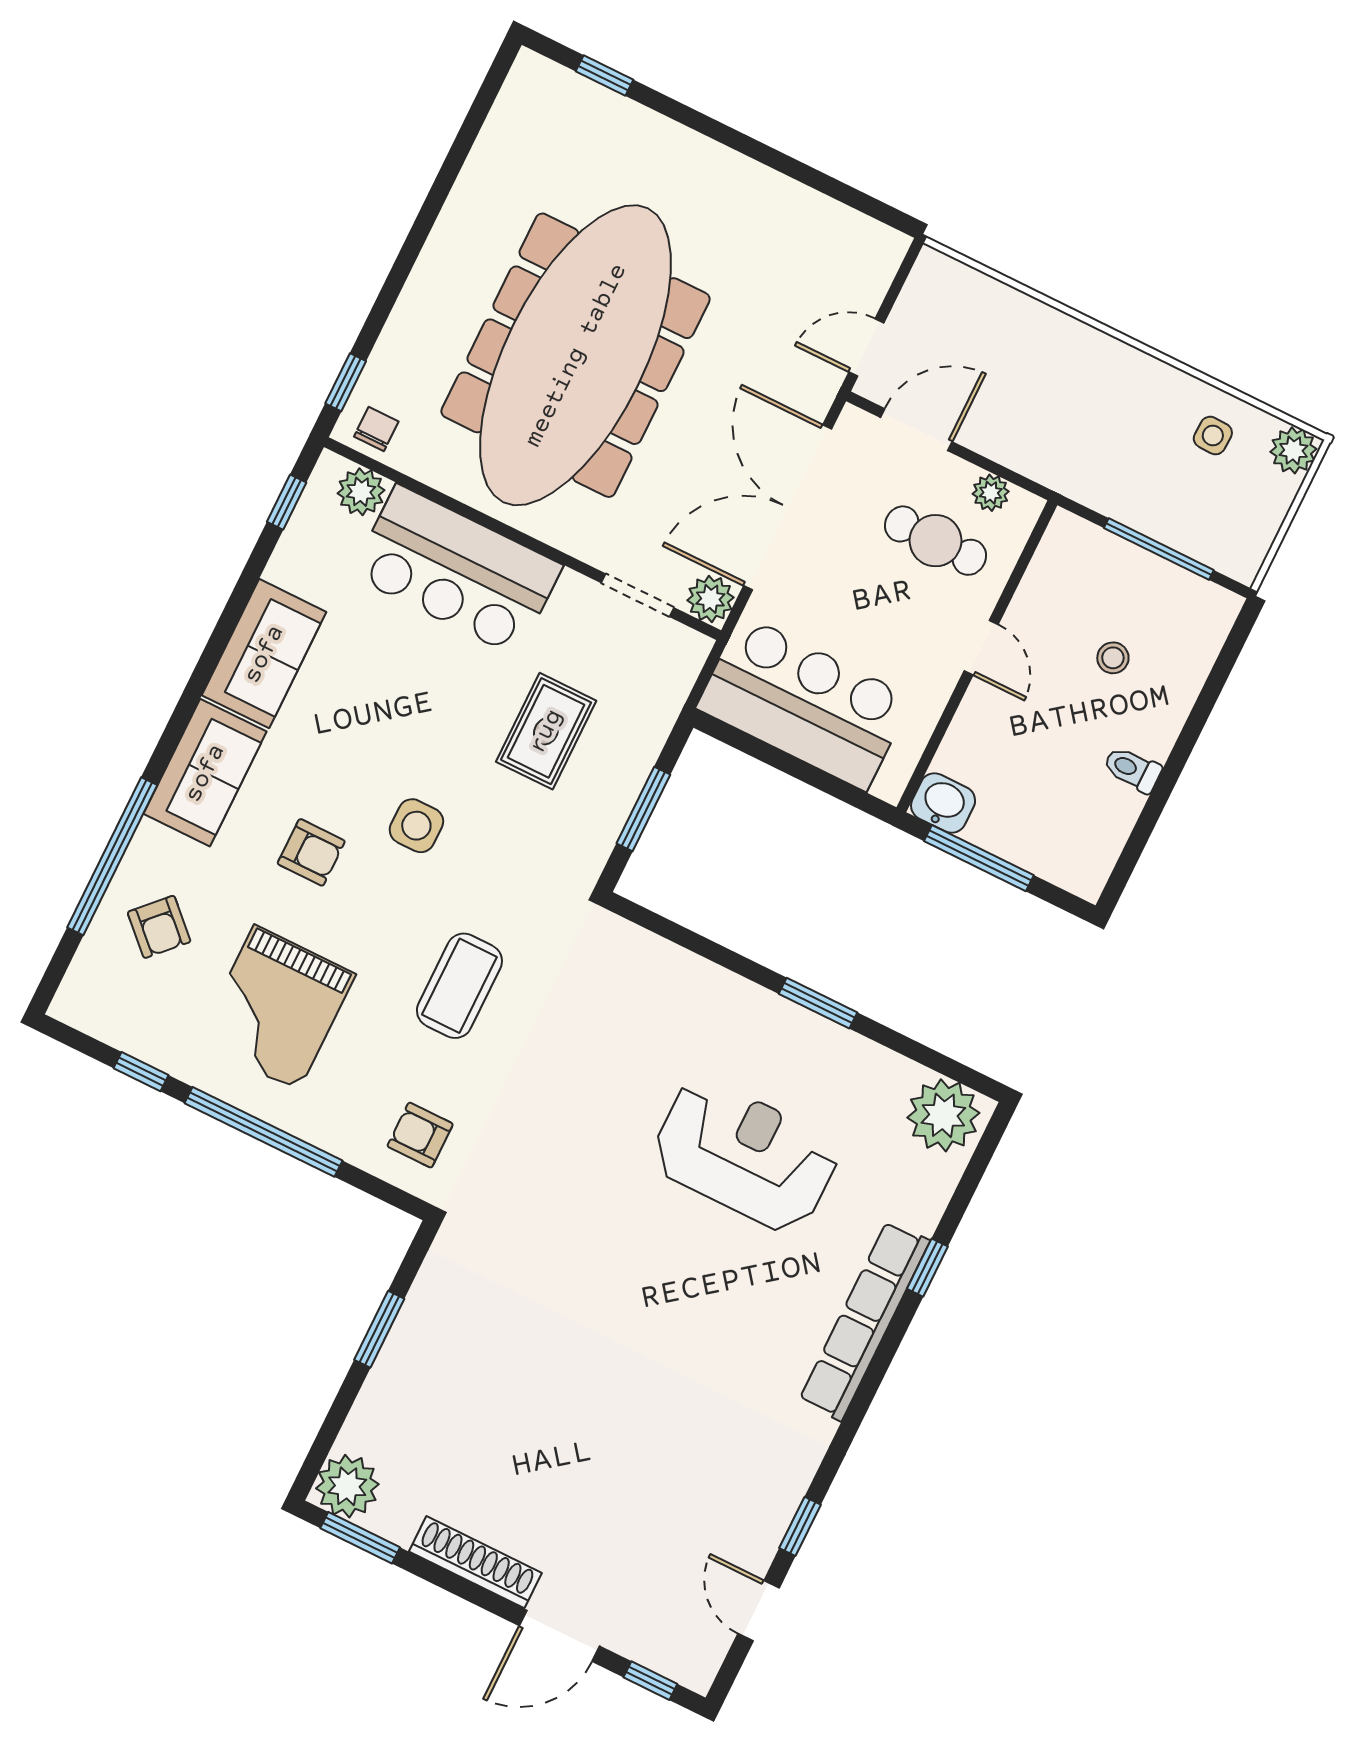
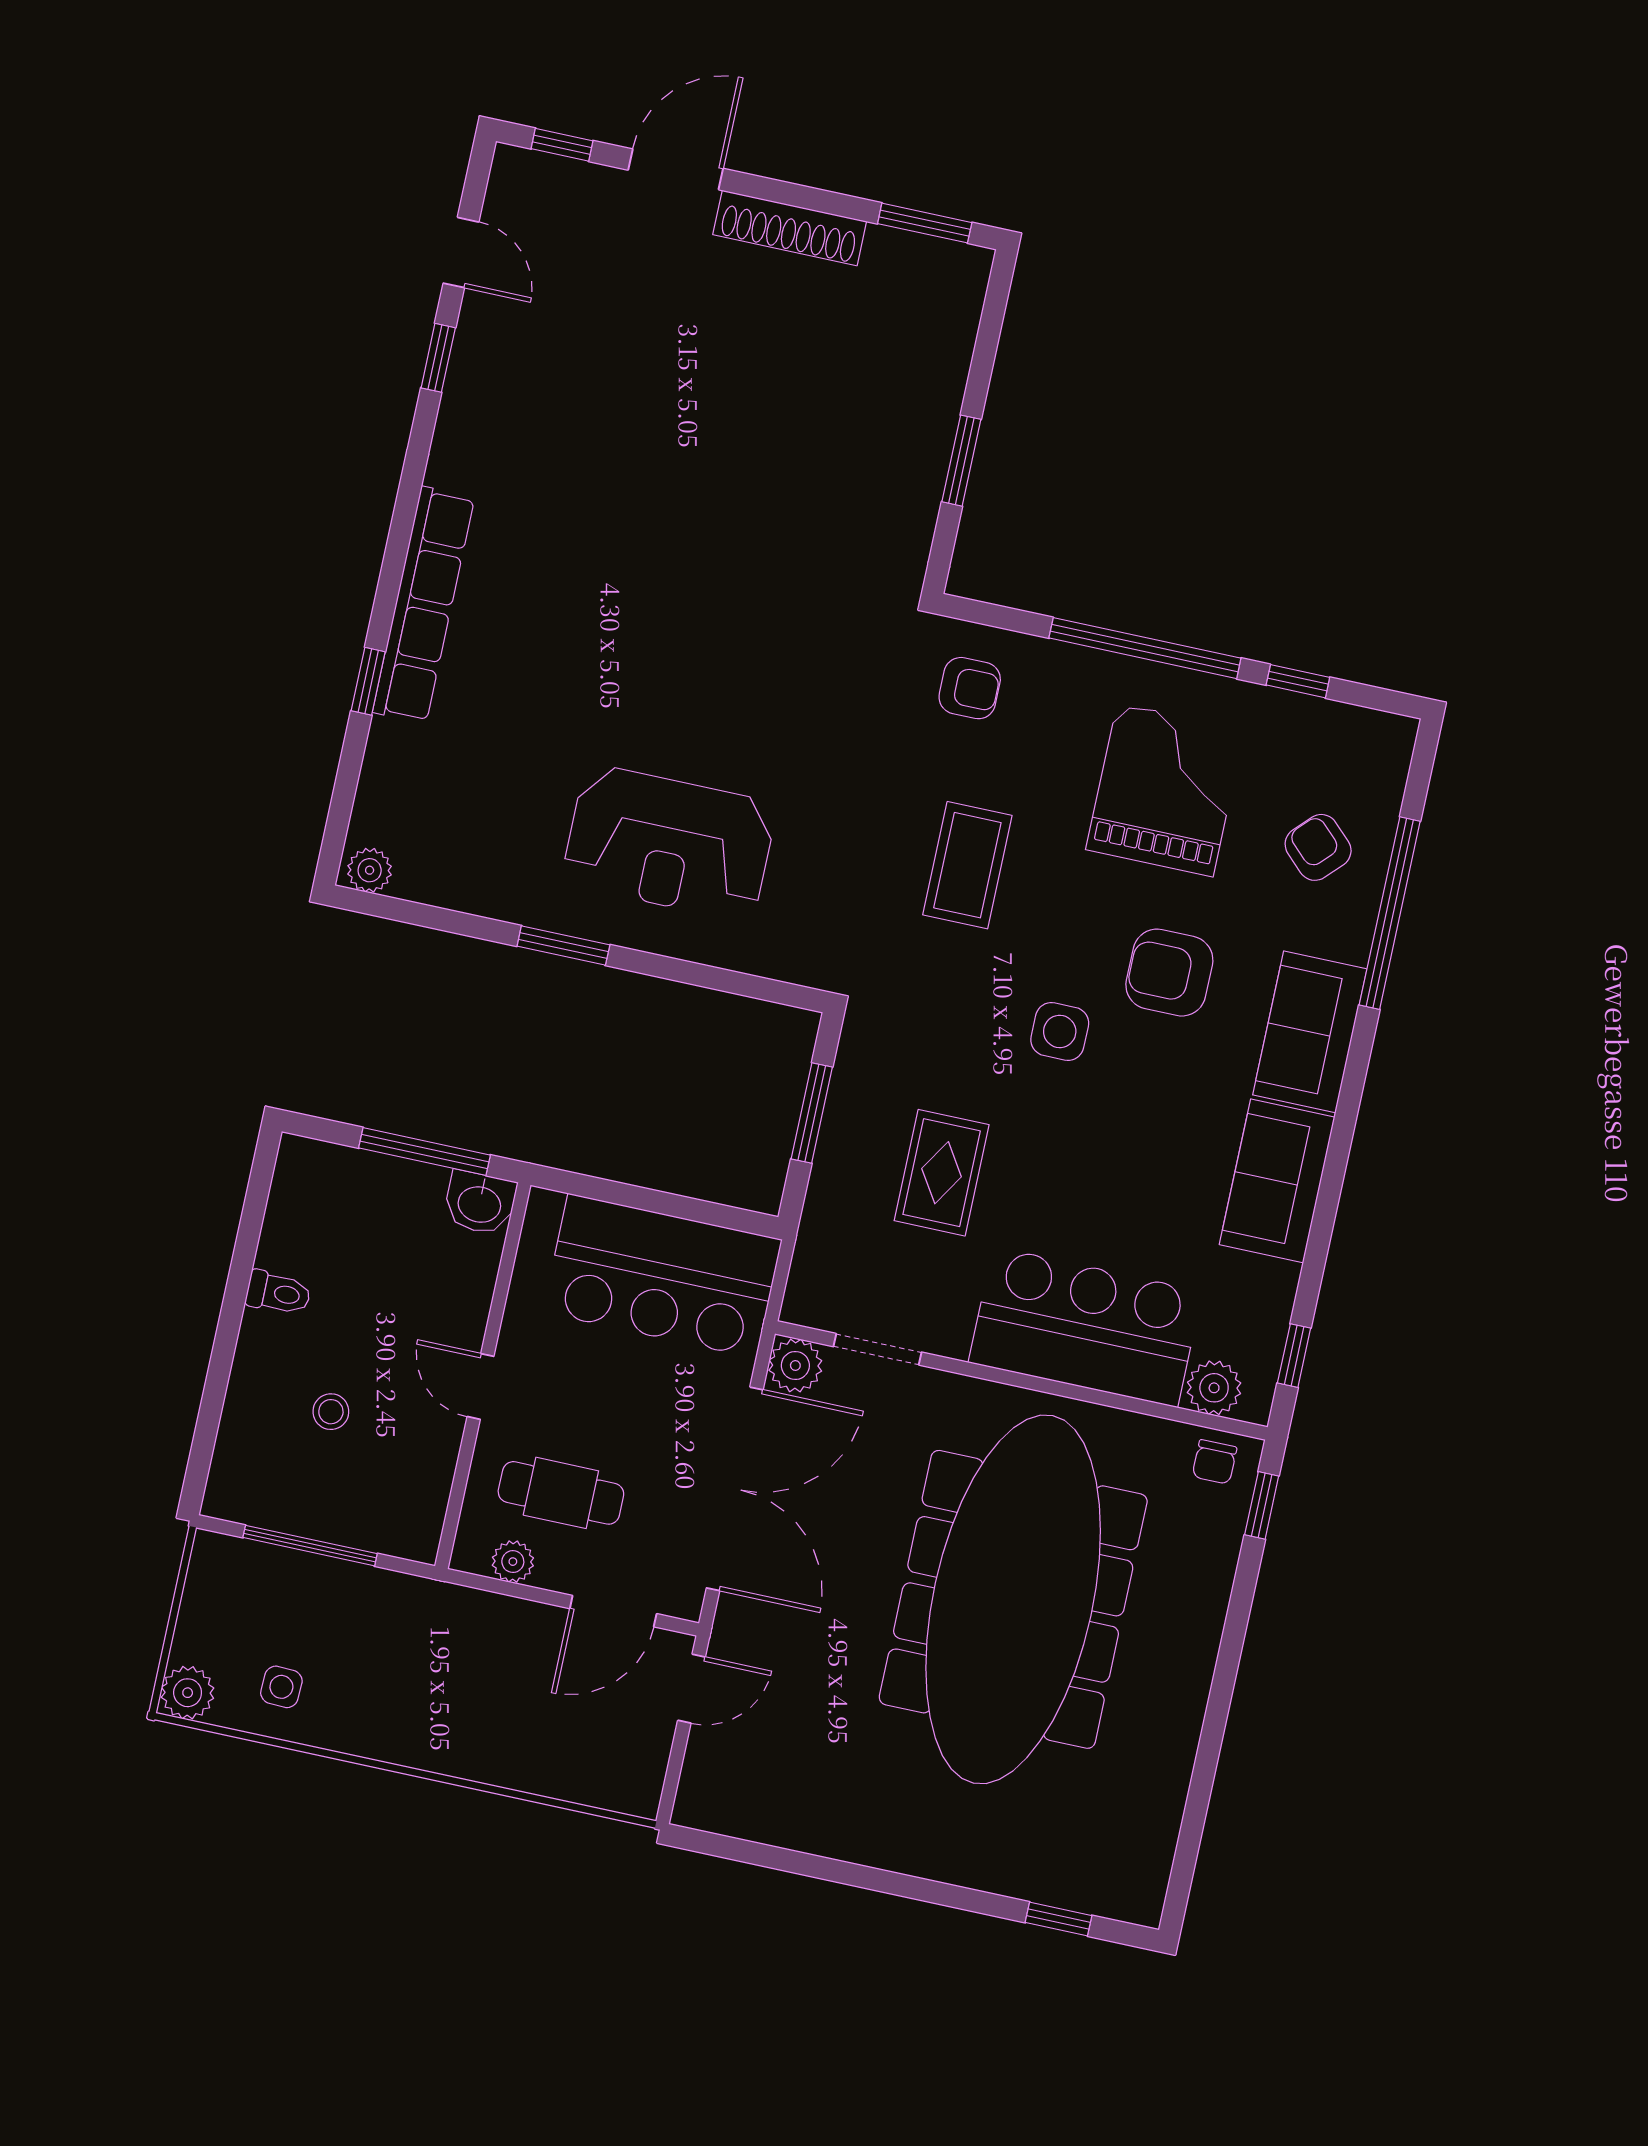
armchair: (311, 852) -> (1169, 973), width x1.38, depth x1.38
plant: (943, 1115) -> (370, 870), width x0.53, depth x0.53
reception desk: (745, 1155) -> (669, 843), moved
plant: (347, 1486) -> (953, 277), removed

